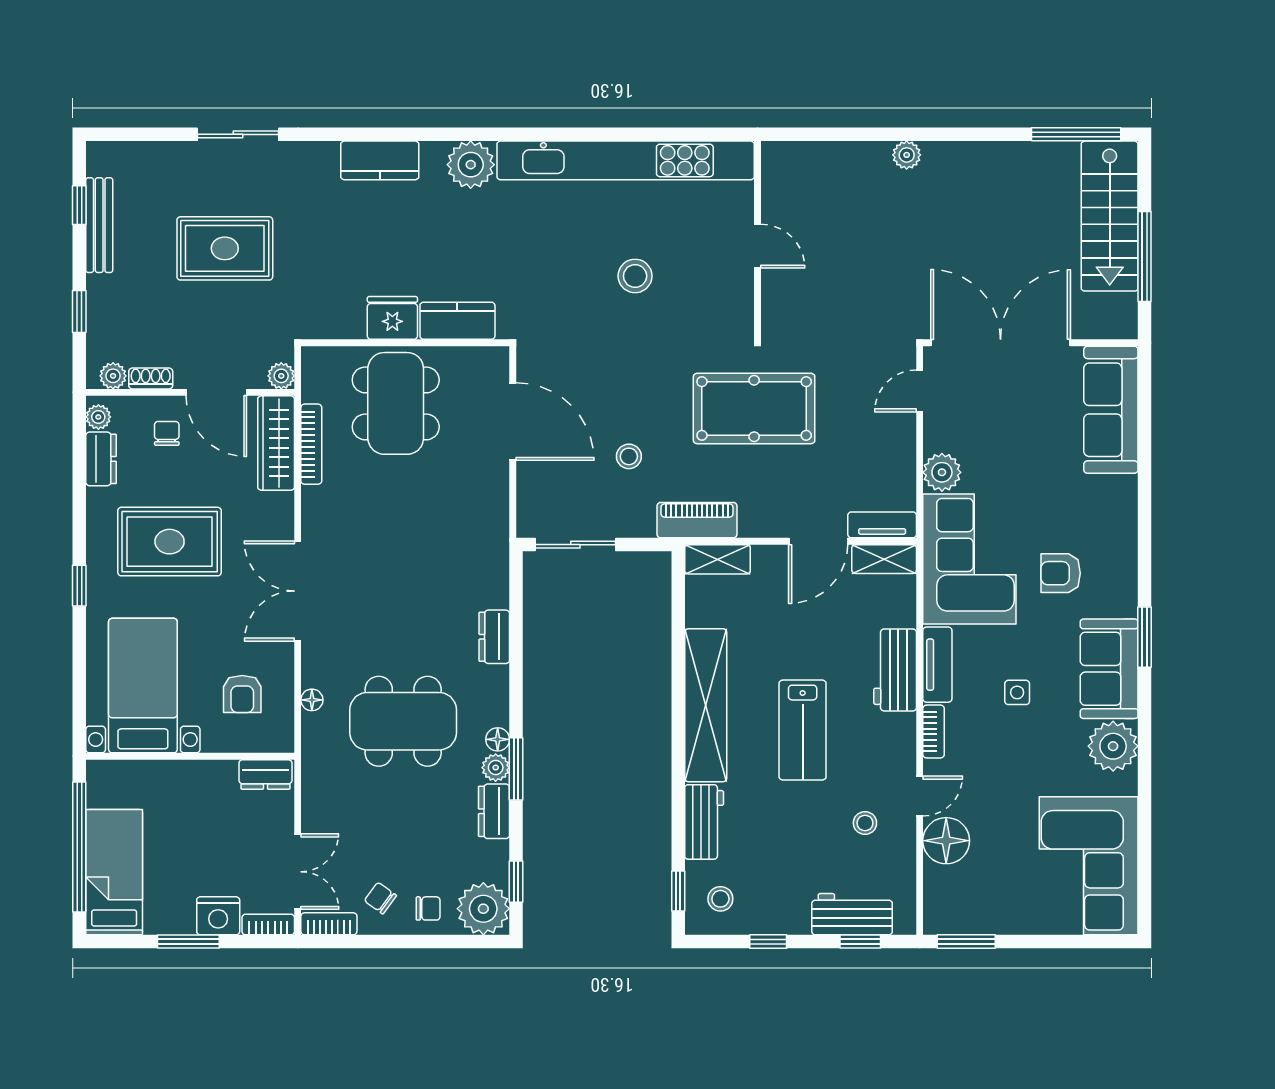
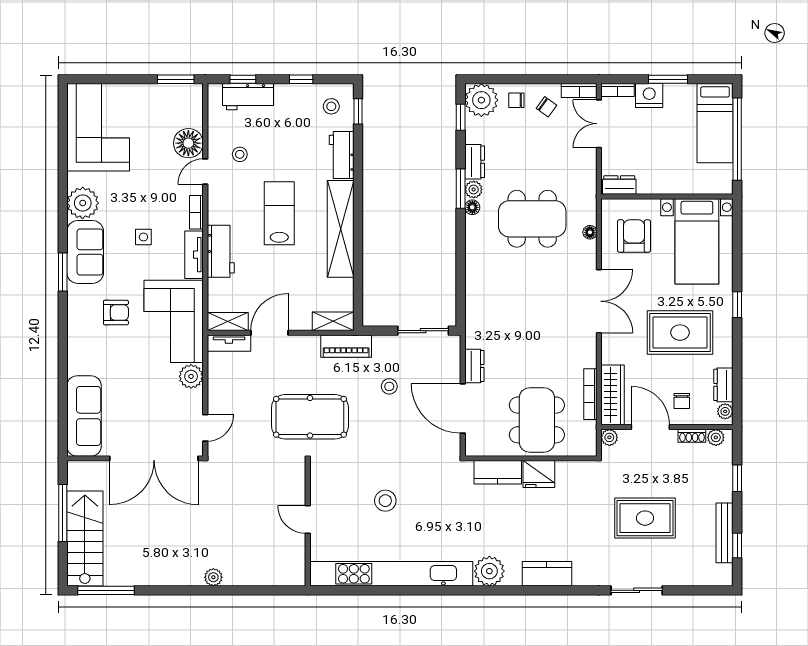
dresser: (494, 637) -> (474, 366), moved
armchair: (242, 694) -> (634, 236), width x1.38, depth x1.38

